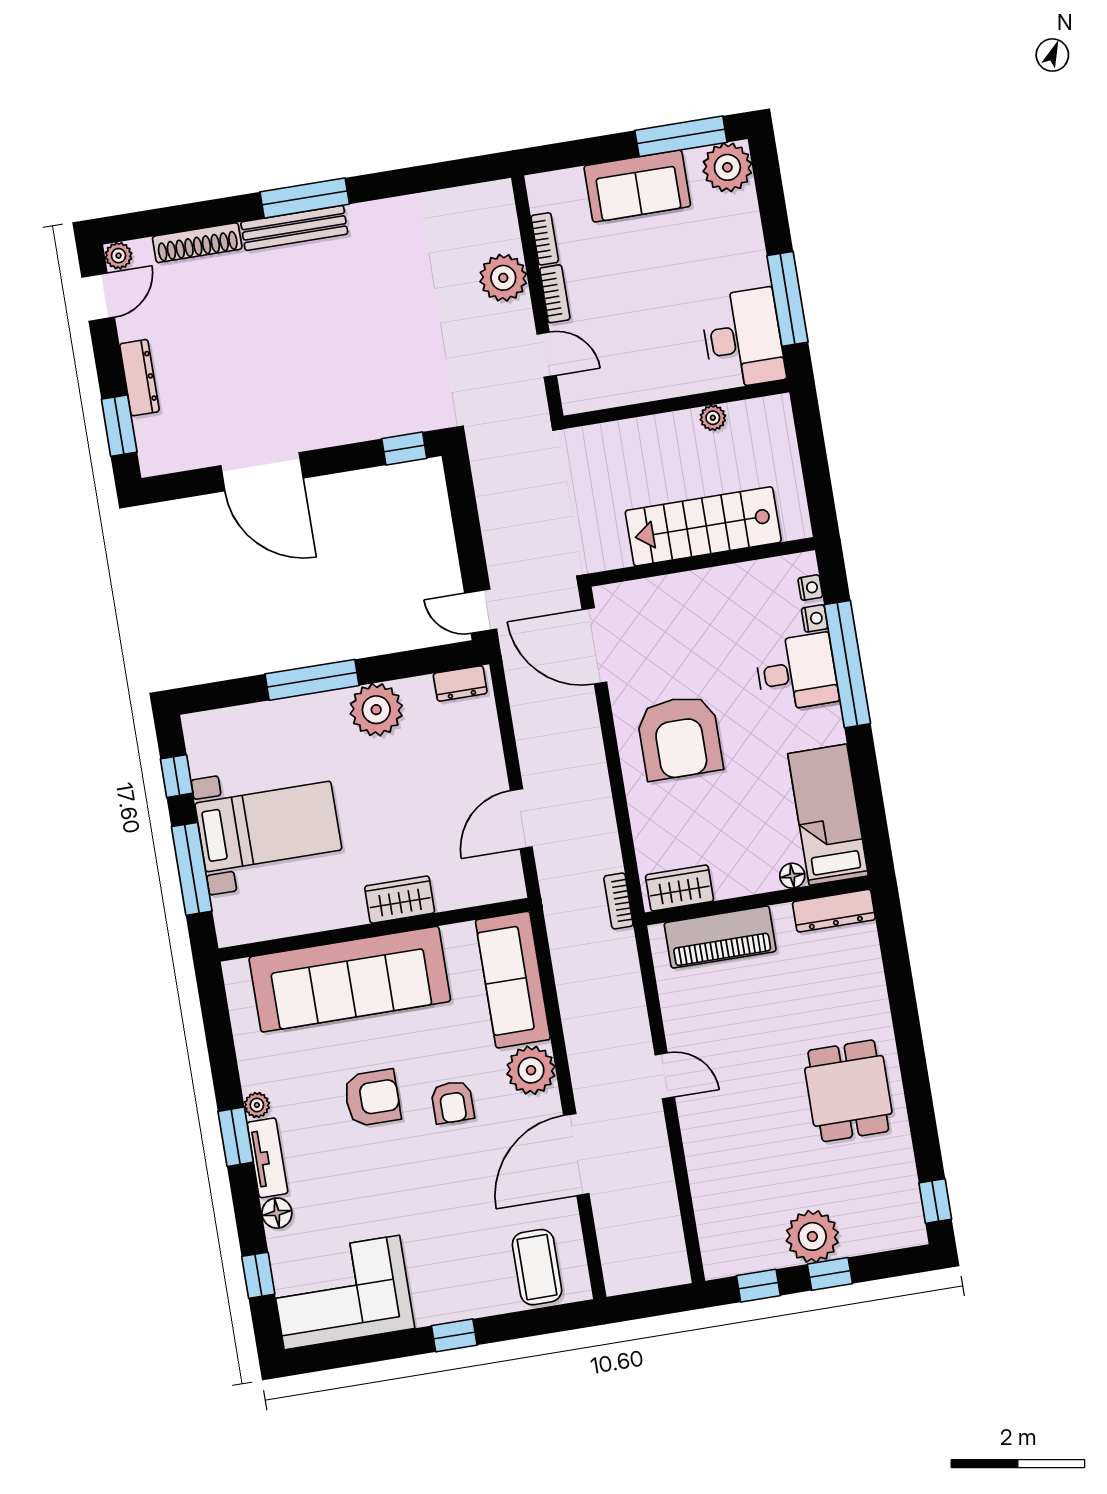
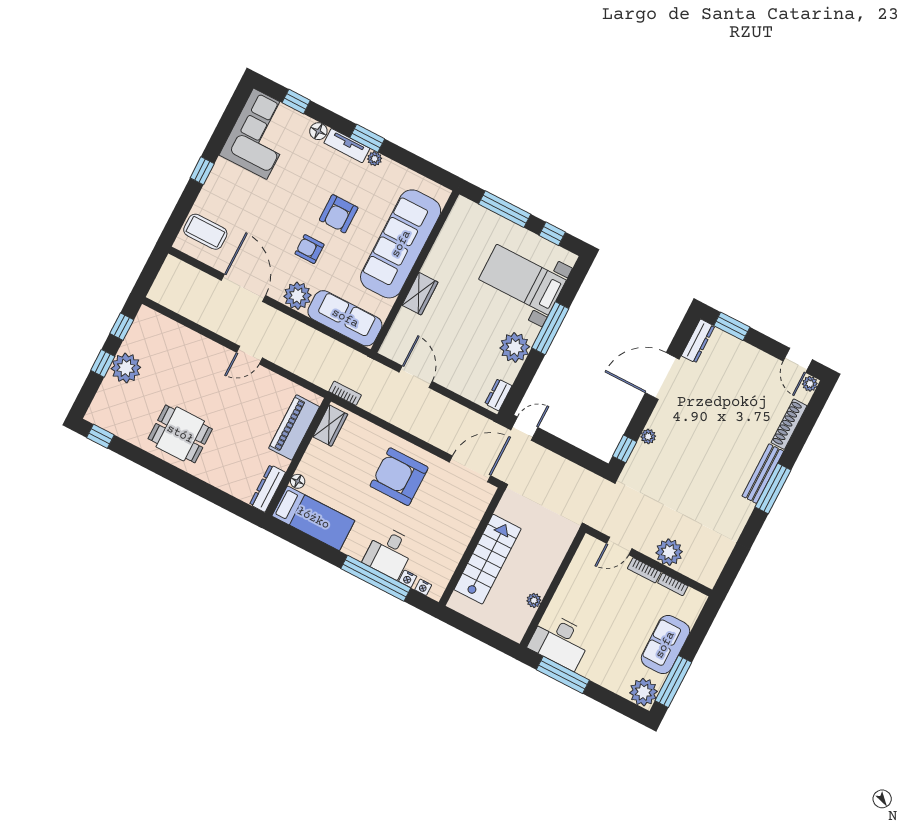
dresser: (139, 378) -> (698, 341), moved, turned -90
plant: (362, 428) -> (648, 436), added
bed with nightstands: (268, 827) -> (523, 280), moved, turned 90

